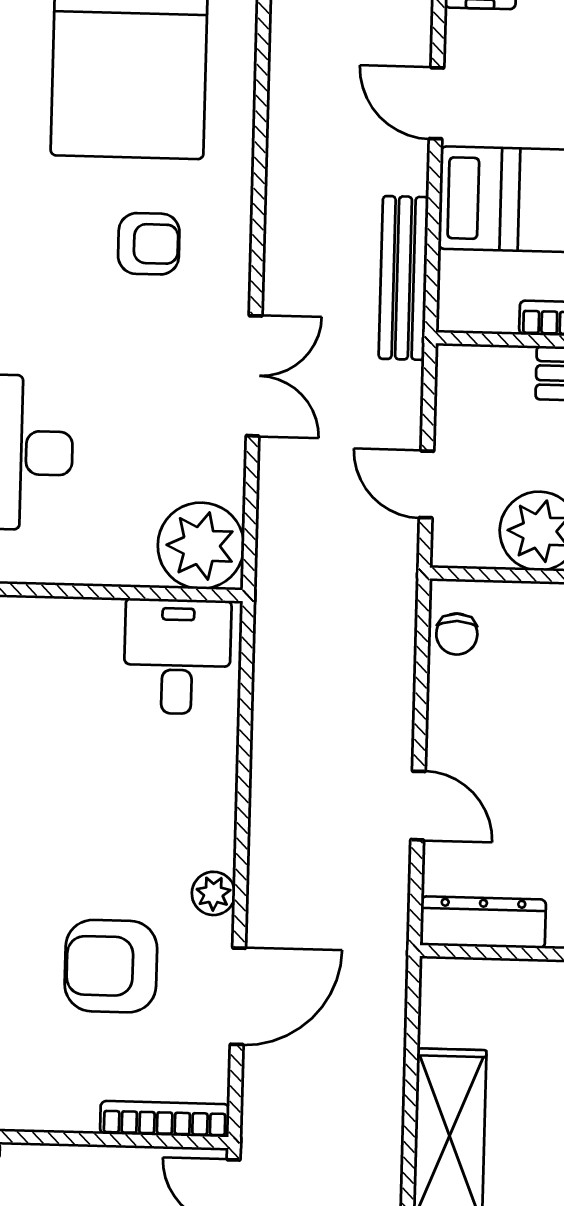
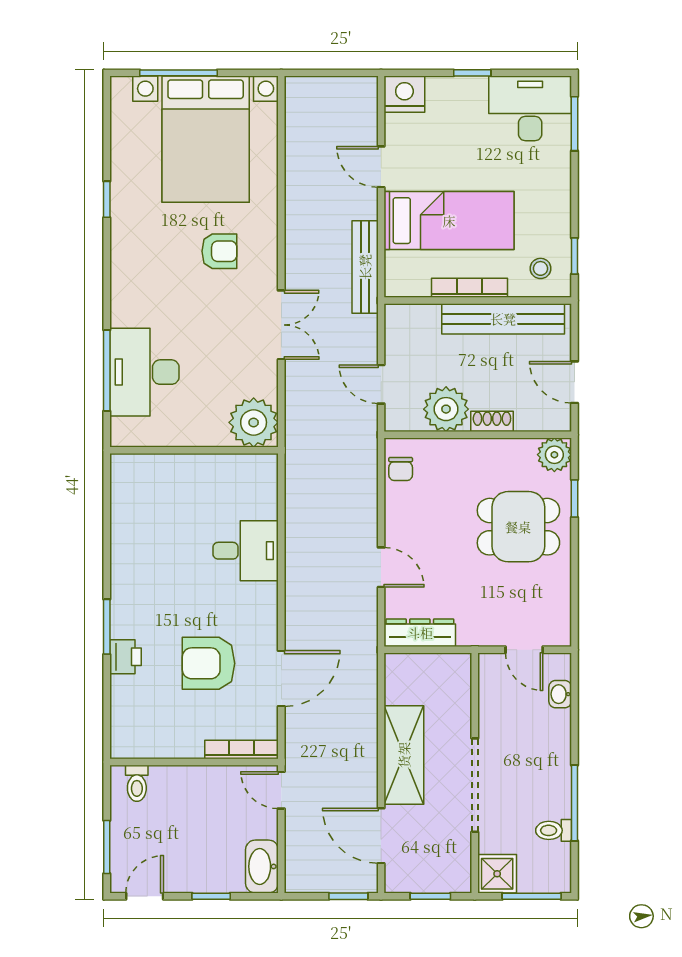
desk: (177, 656) -> (246, 551), moved, turned 90
plant: (213, 893) -> (266, 620), removed

